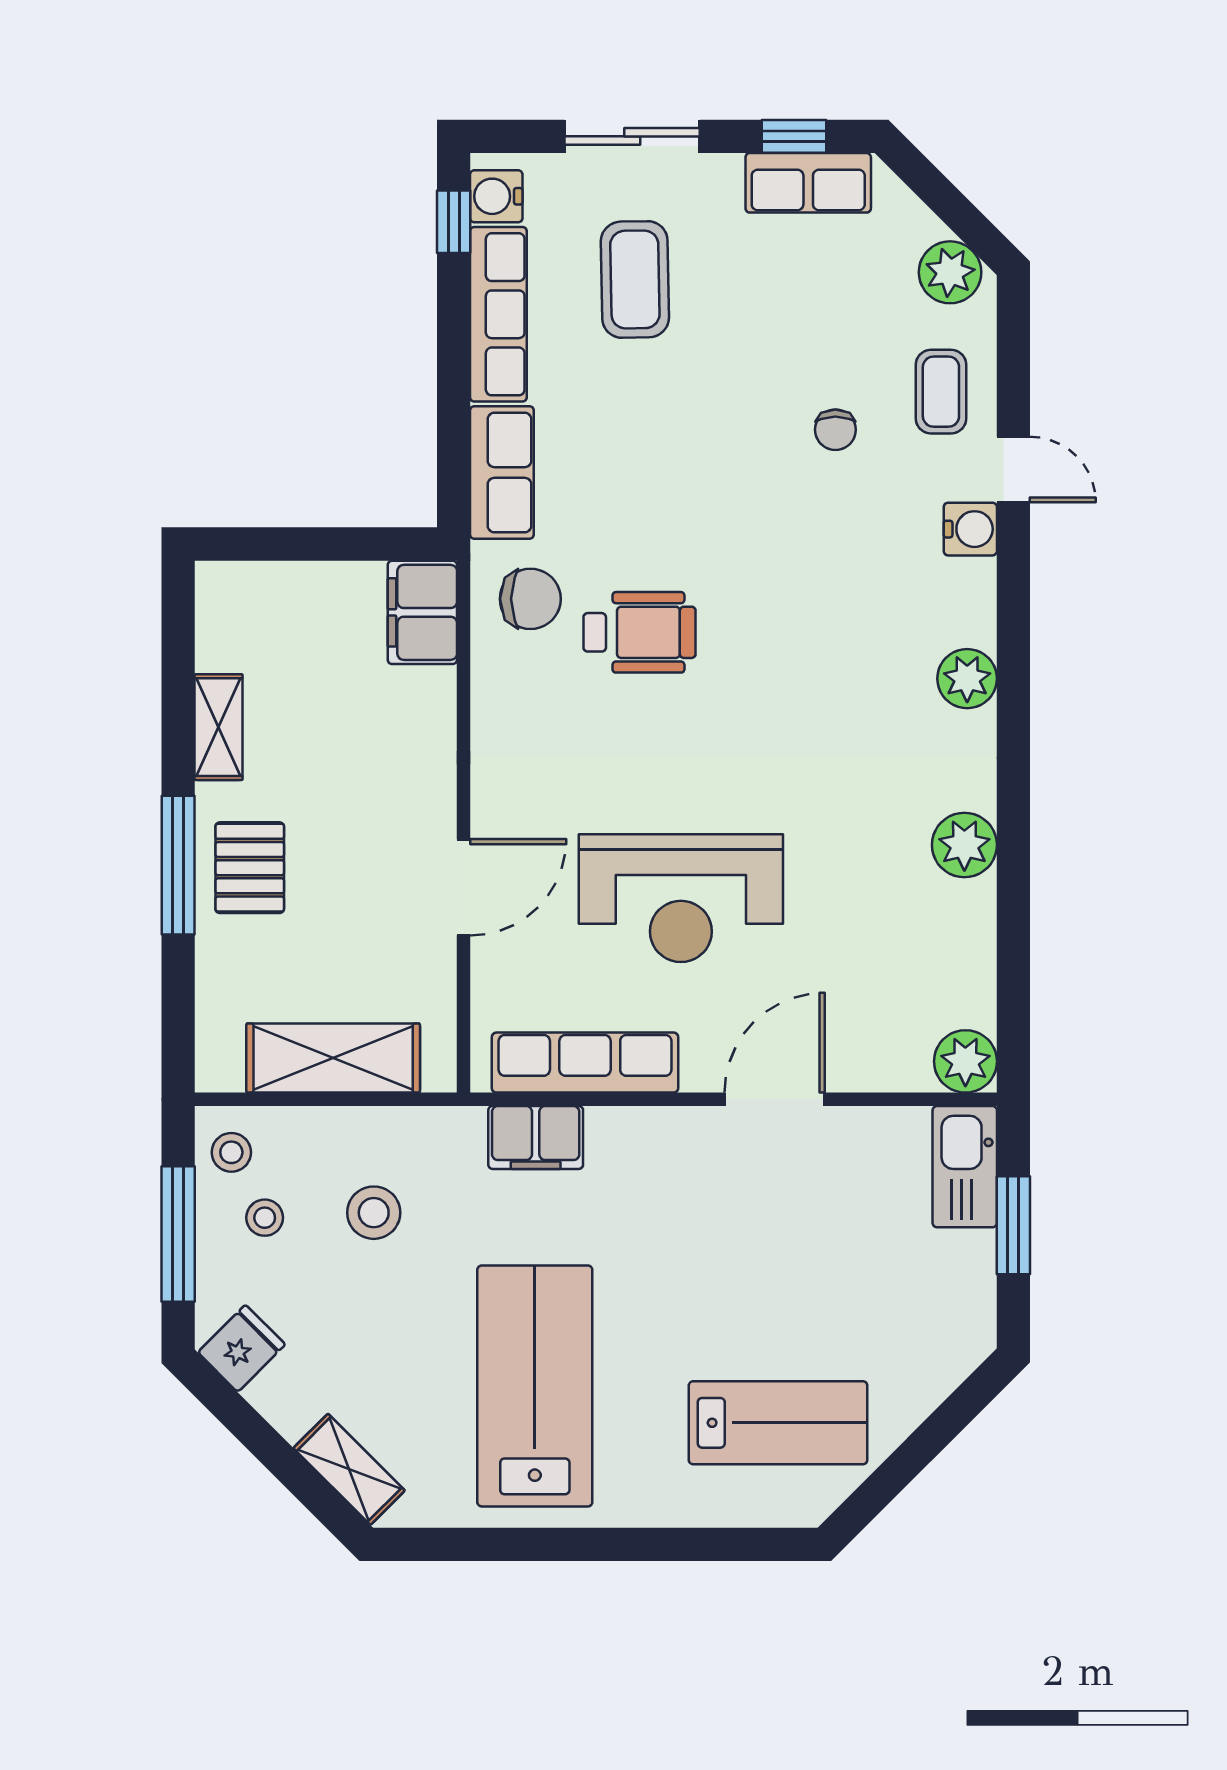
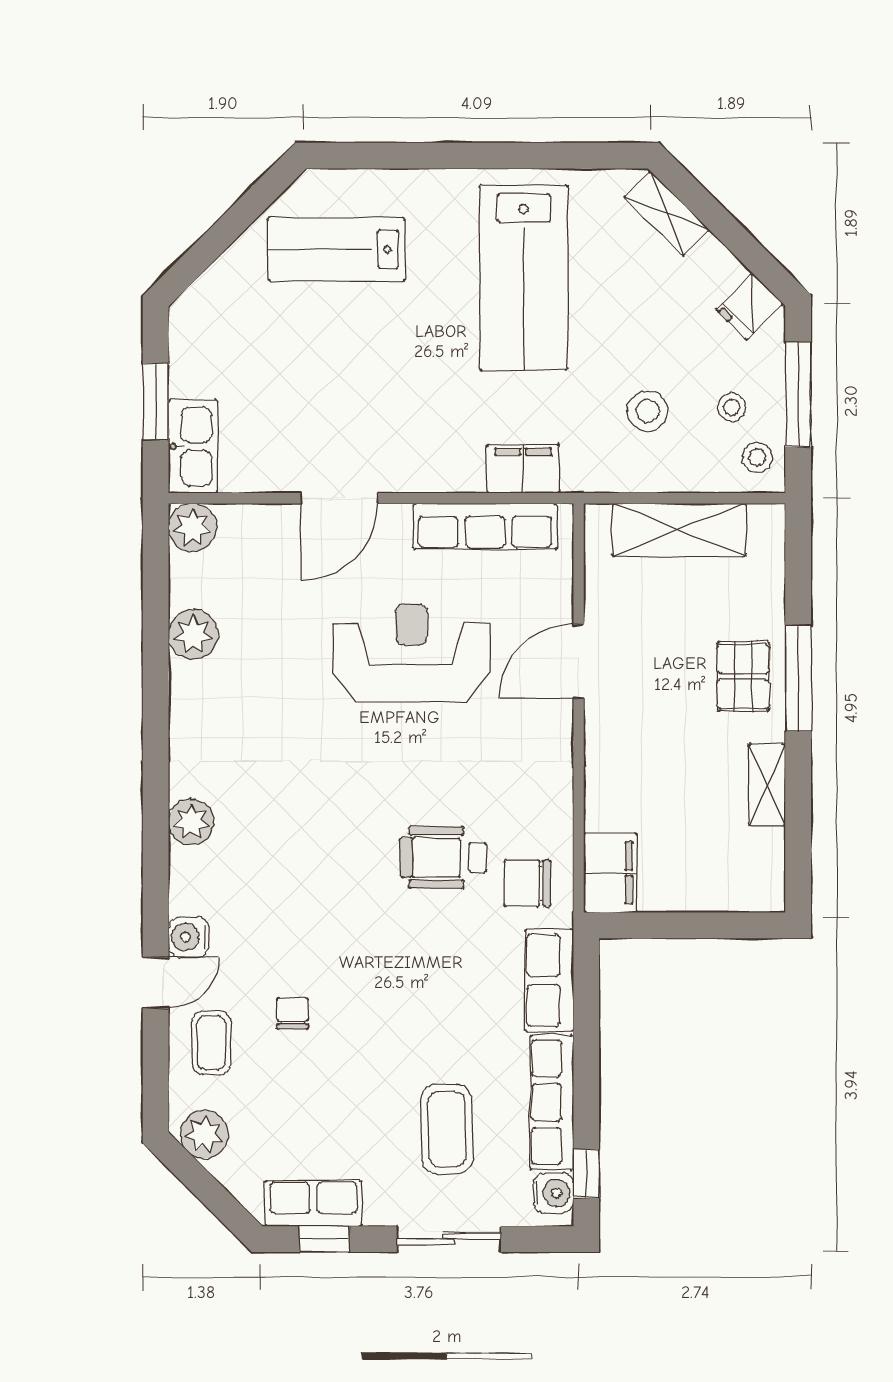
door: (1013, 470) -> (156, 983), swing flipped
plant: (964, 845) -> (193, 634), moved

